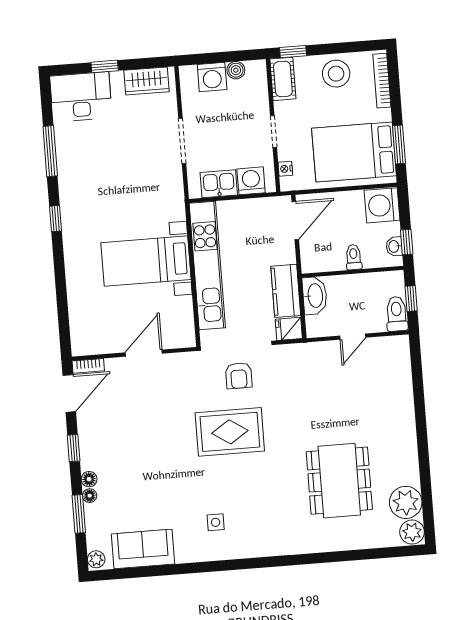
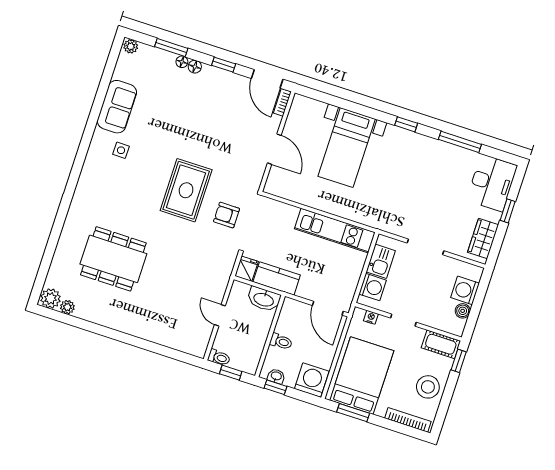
bed with nightstands: (146, 261) -> (347, 148), moved, turned 180
kitchen unit: (207, 266) -> (335, 231), width x0.73
toilet: (397, 314) -> (219, 358), width x0.73, depth x0.72
plant: (406, 502) -> (67, 307), width x0.53, depth x0.53
sofa: (143, 549) -> (117, 107), moved

